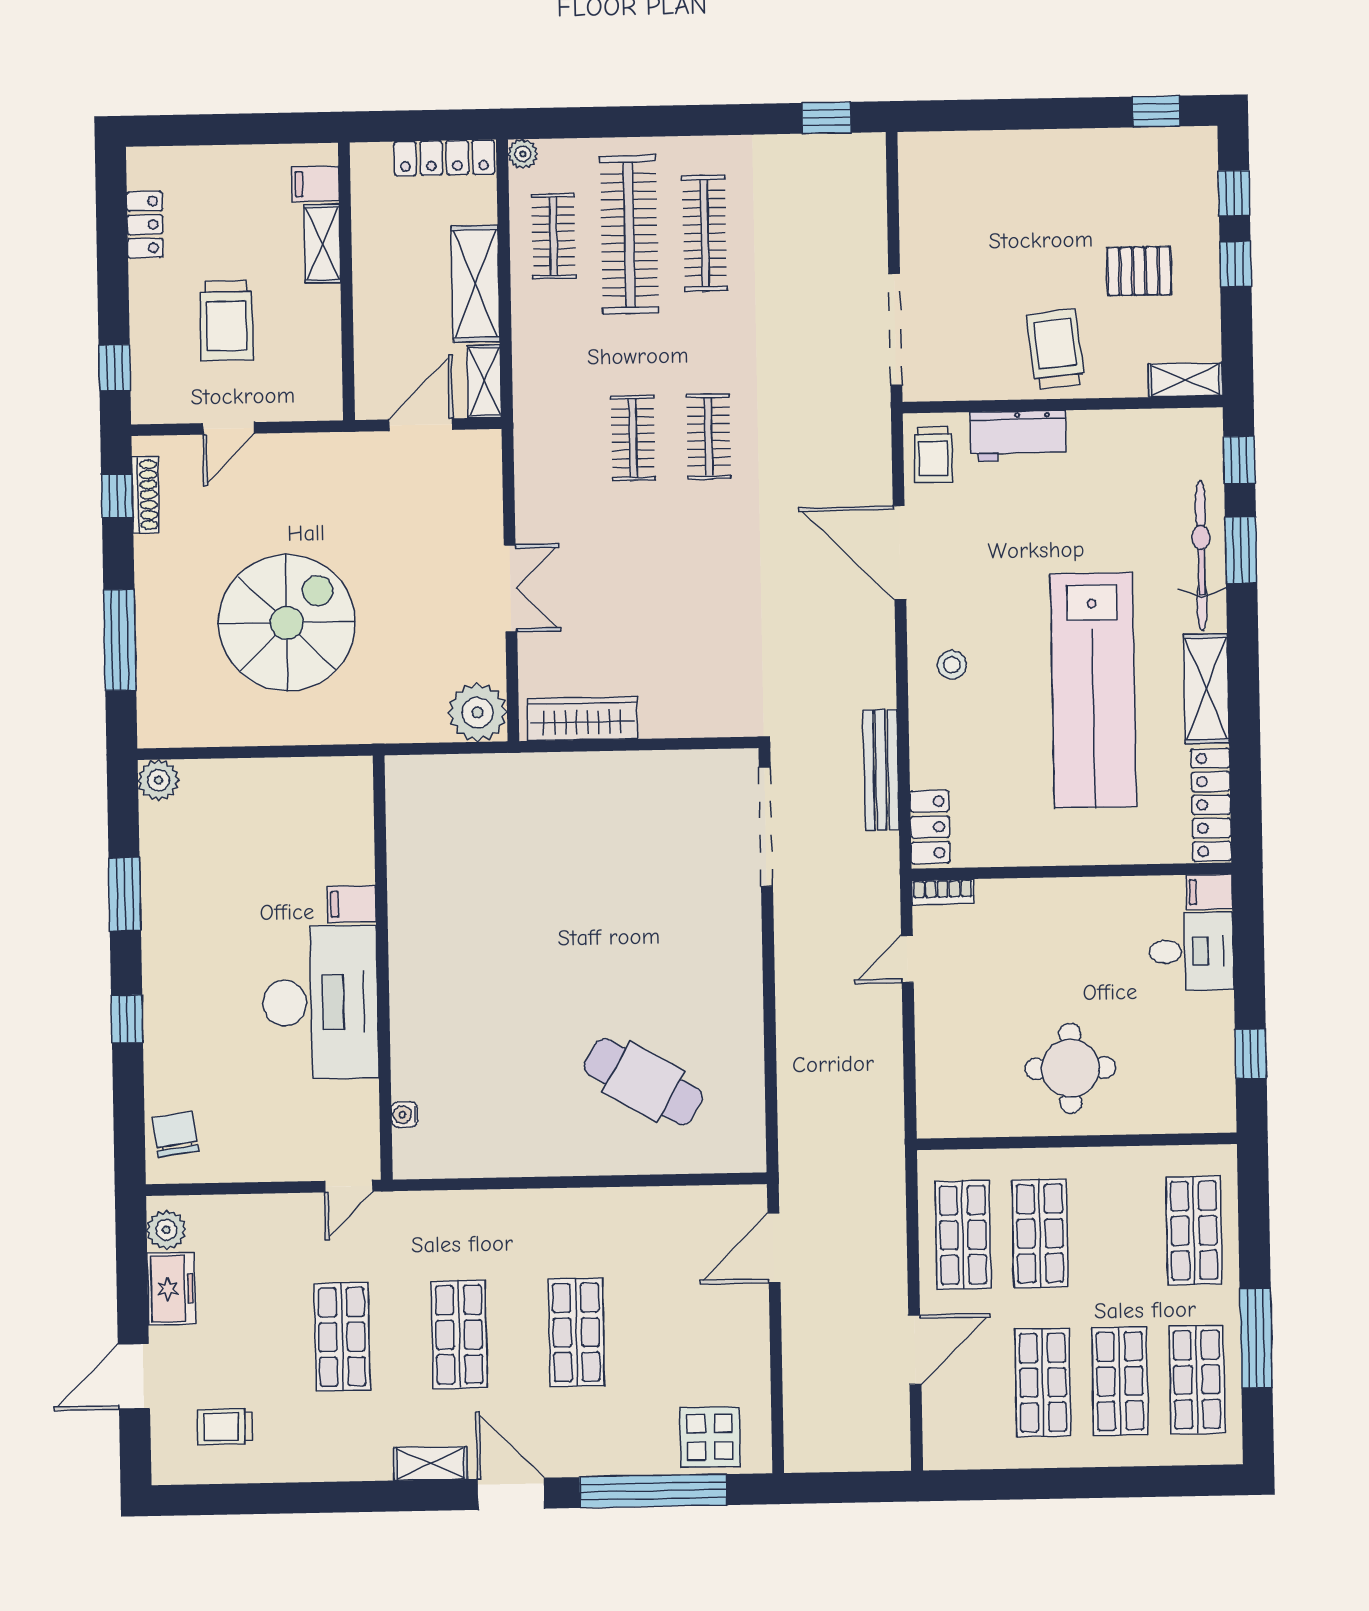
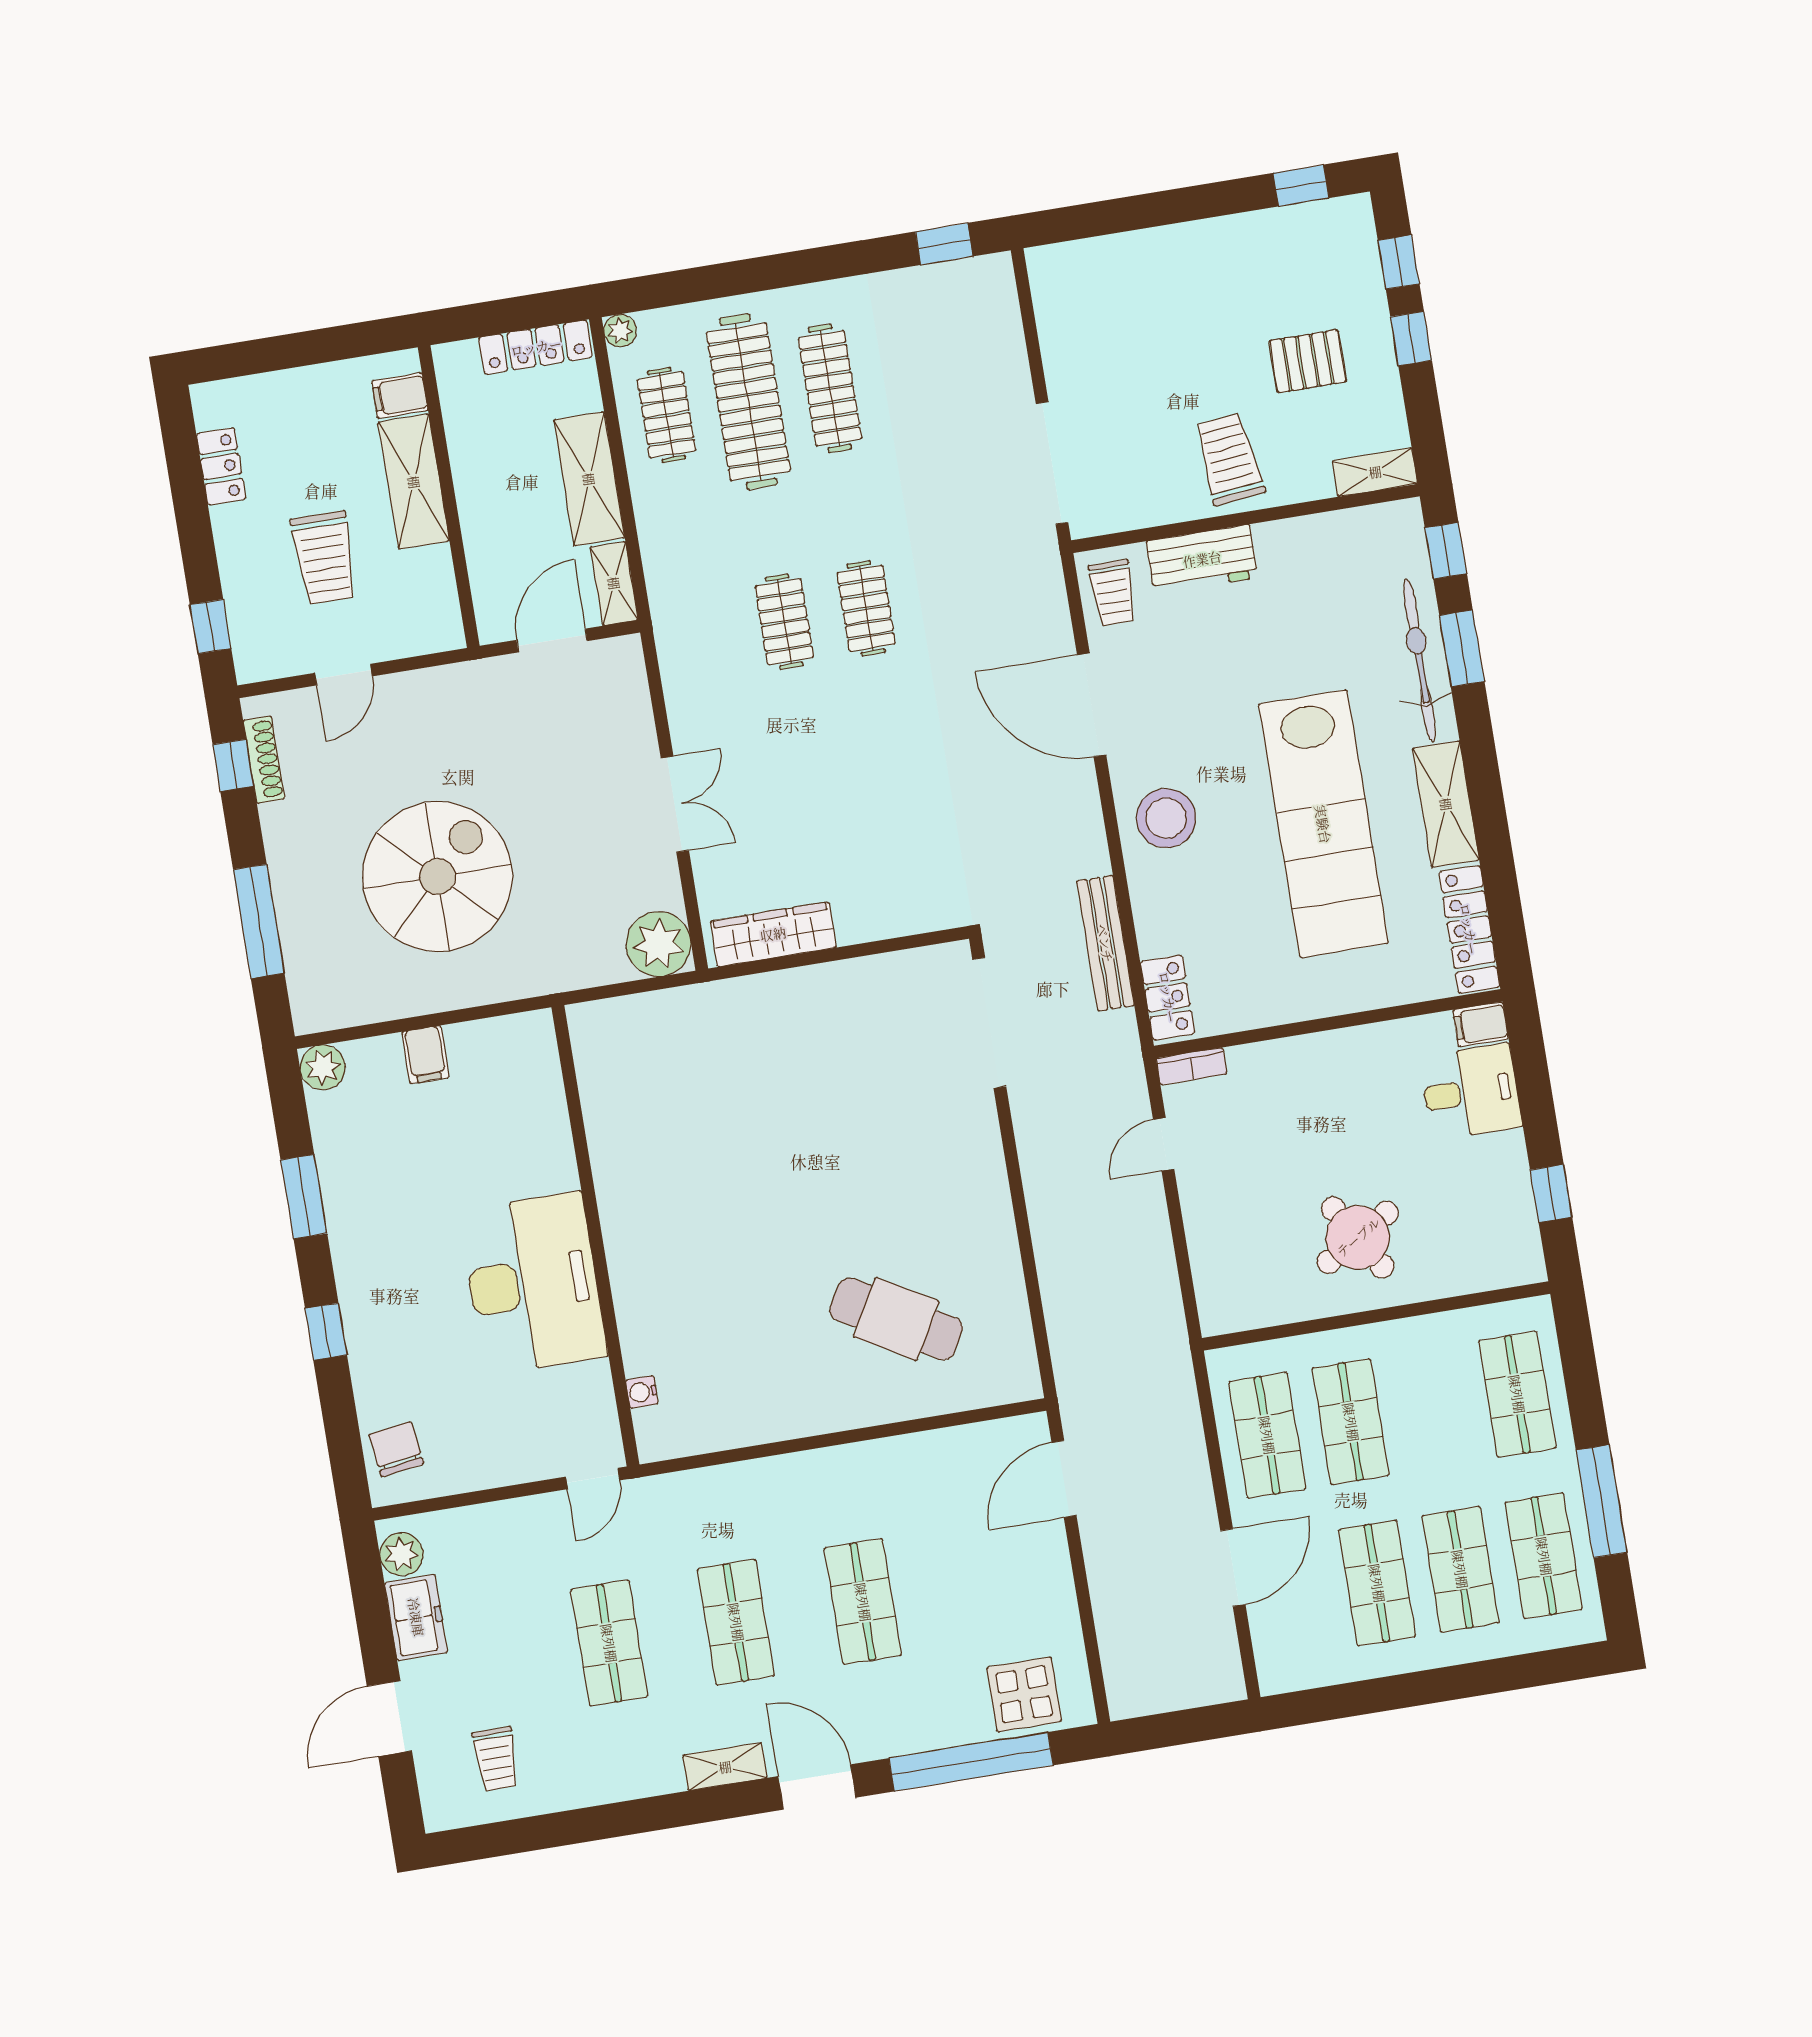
shelving: (322, 244) -> (414, 482), width x1.50, depth x1.33
stool: (952, 665) -> (1166, 818), width x1.89, depth x1.89
filing cabinet: (352, 904) -> (425, 1055), moved, turned -90
round table: (1070, 1068) -> (1358, 1237), turned -31
trolley: (225, 1427) -> (496, 1759), turned -90

